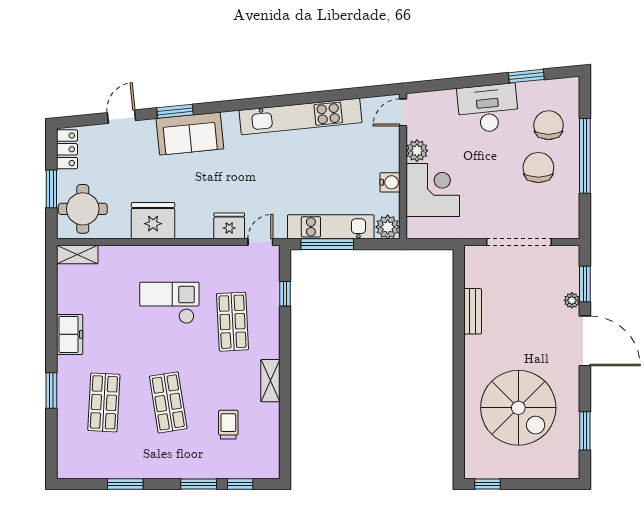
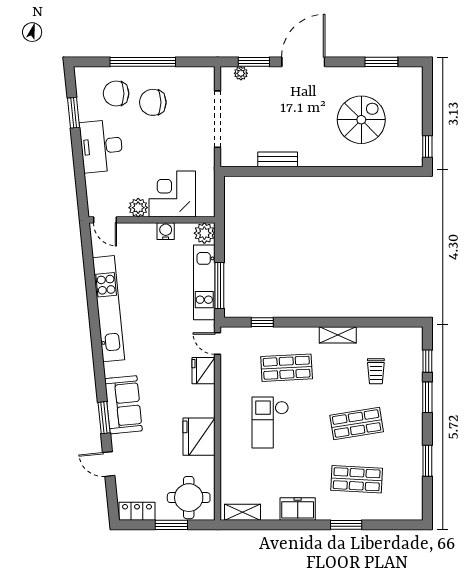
shelving: (77, 254) -> (243, 512), moved, turned 90
plant: (572, 300) -> (241, 73), moved
spiral stairs: (518, 408) -> (361, 120), width x0.73, depth x0.73
trolley: (228, 425) -> (376, 371), turned -90

